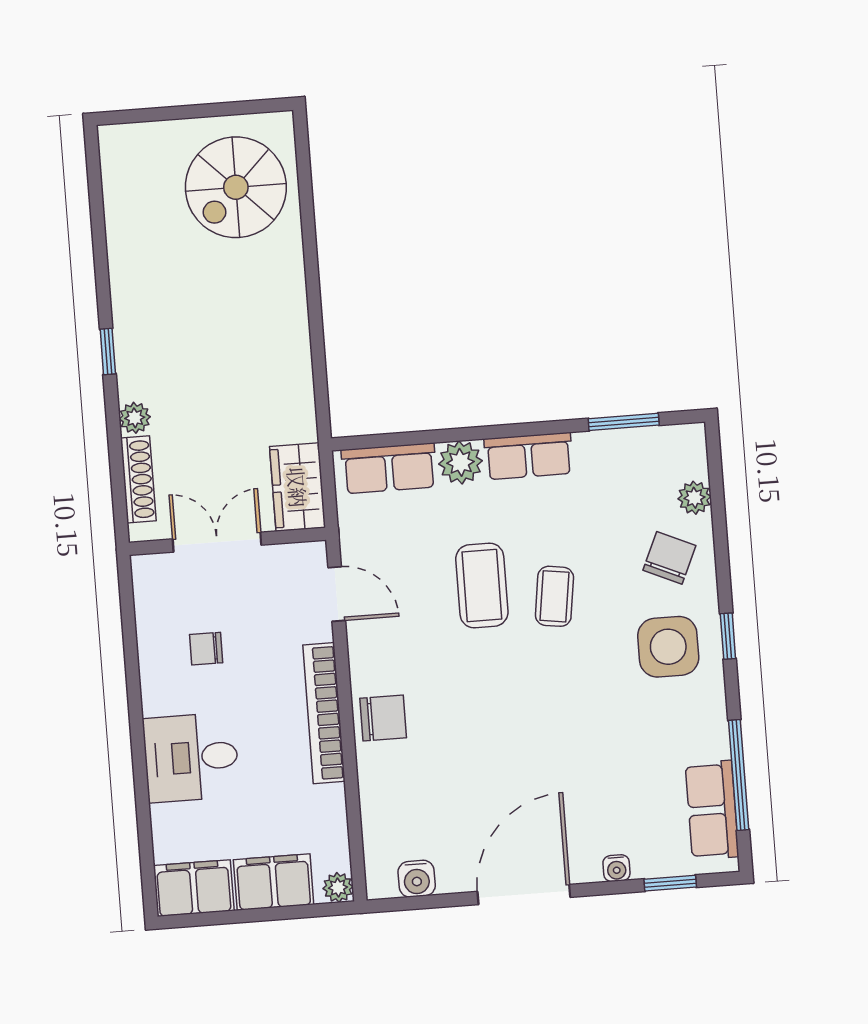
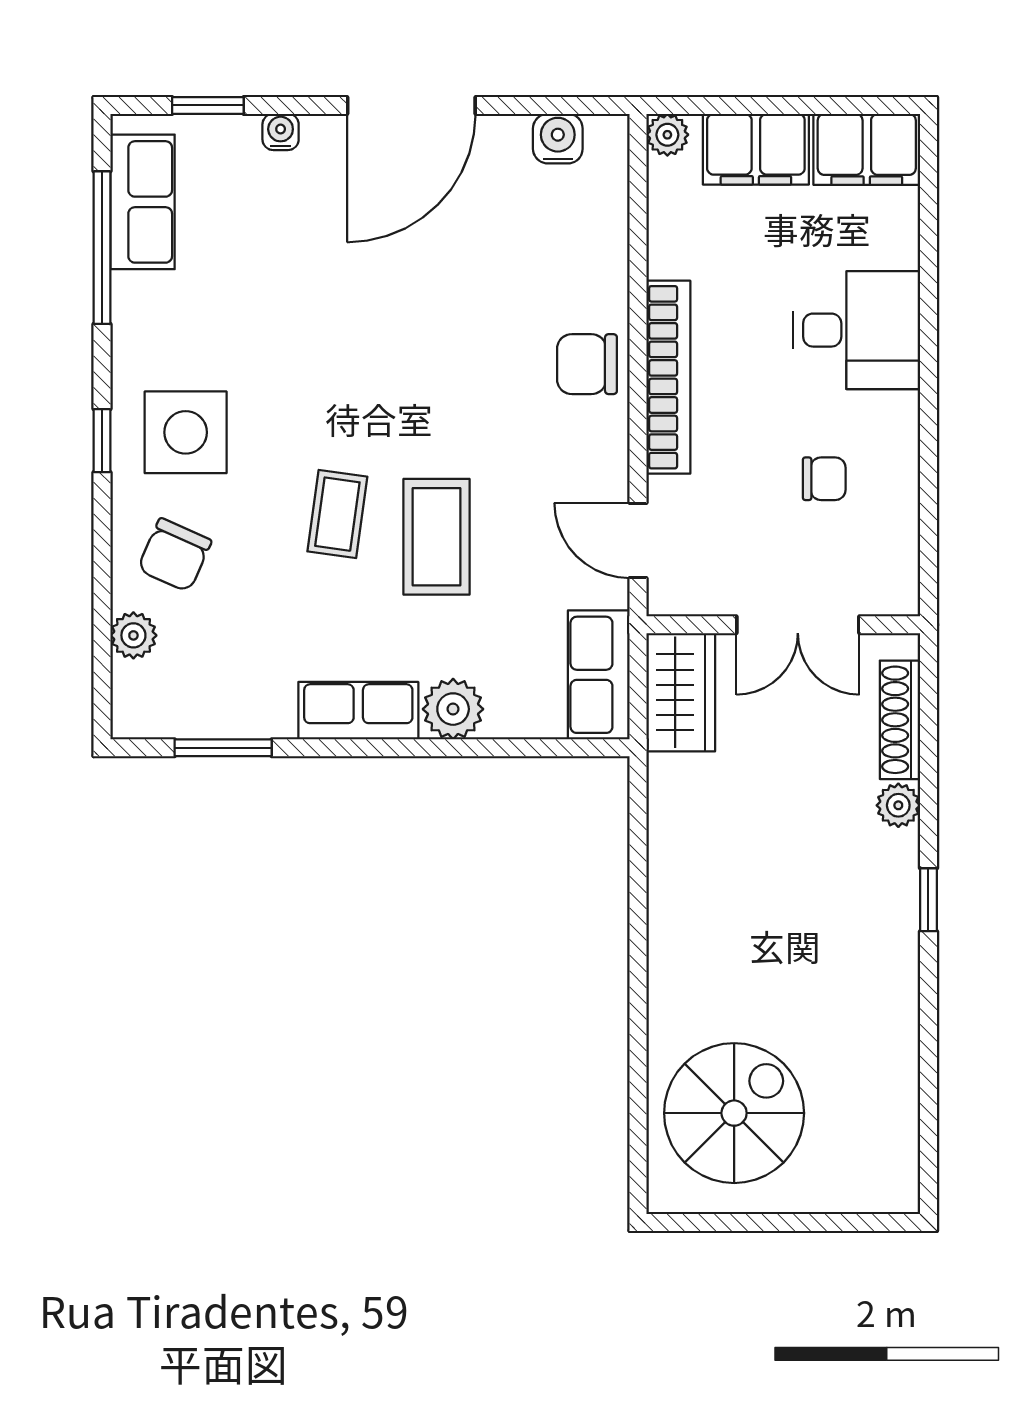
row of seats: (389, 468) -> (599, 675), moved, turned -90

